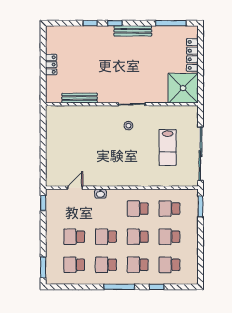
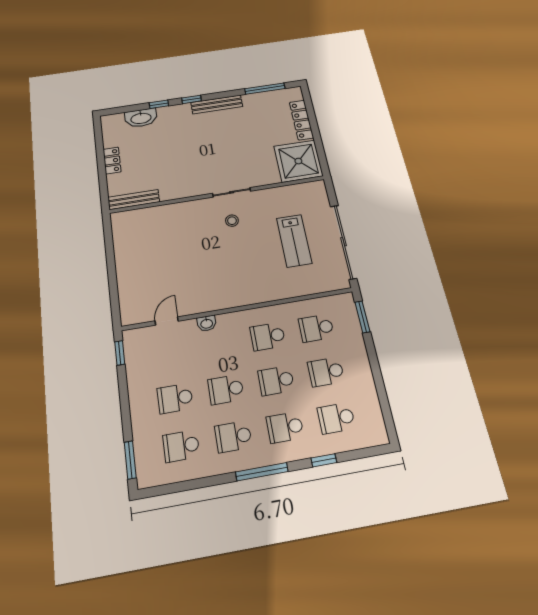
washbasin: (76, 33) -> (141, 118), added
bench: (80, 98) -> (134, 200), moved

